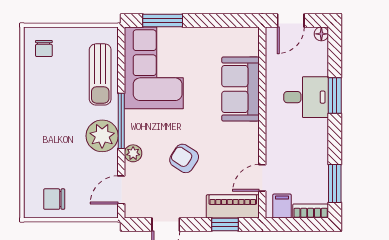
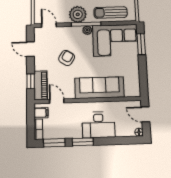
sofa: (240, 89) -> (99, 88), width x1.36
window: (335, 96) -> (83, 142), moved
desk: (306, 97) -> (98, 125), width x1.37
plant: (133, 153) -> (87, 30), moved

